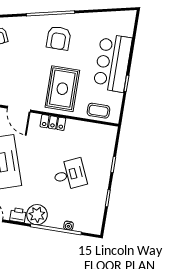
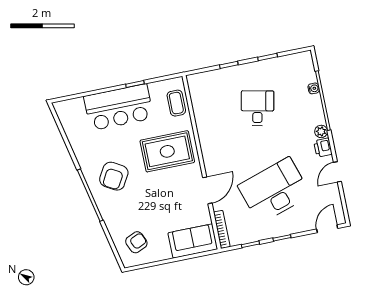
armchair: (59, 38) -> (114, 176), turned 120
locker: (53, 122) -> (208, 148), removed
desk: (70, 174) -> (257, 108), turned 36
plant: (37, 215) -> (321, 131), width x0.53, depth x0.53

